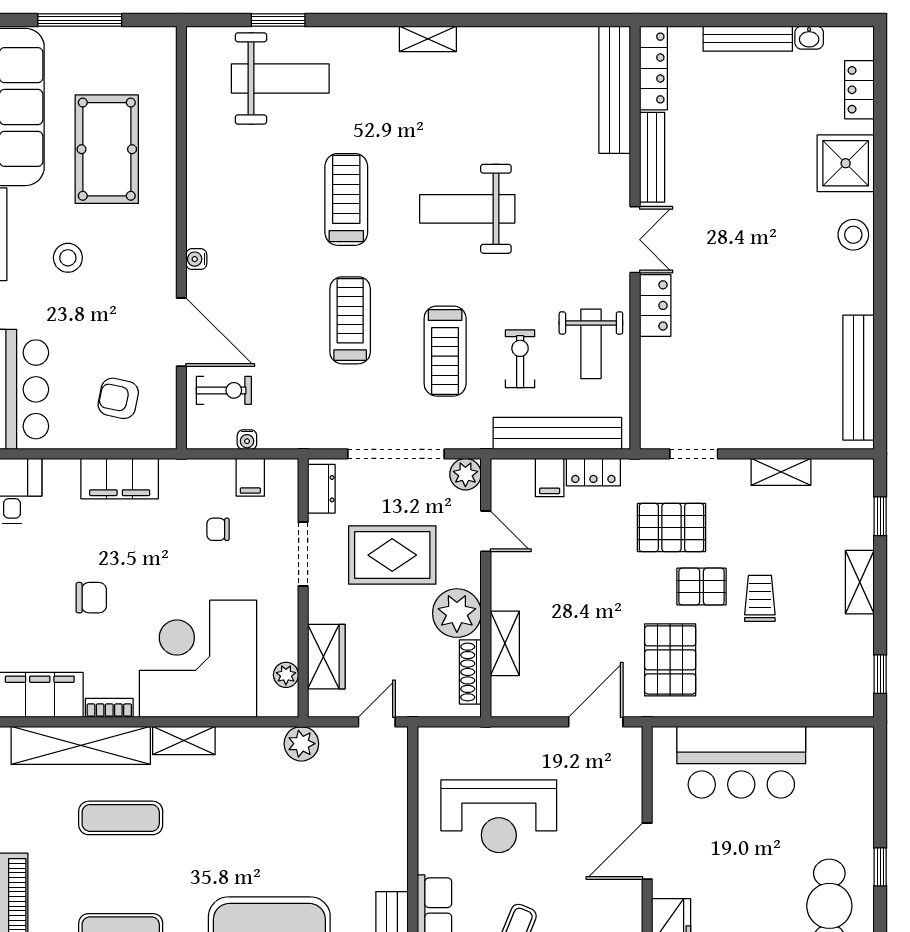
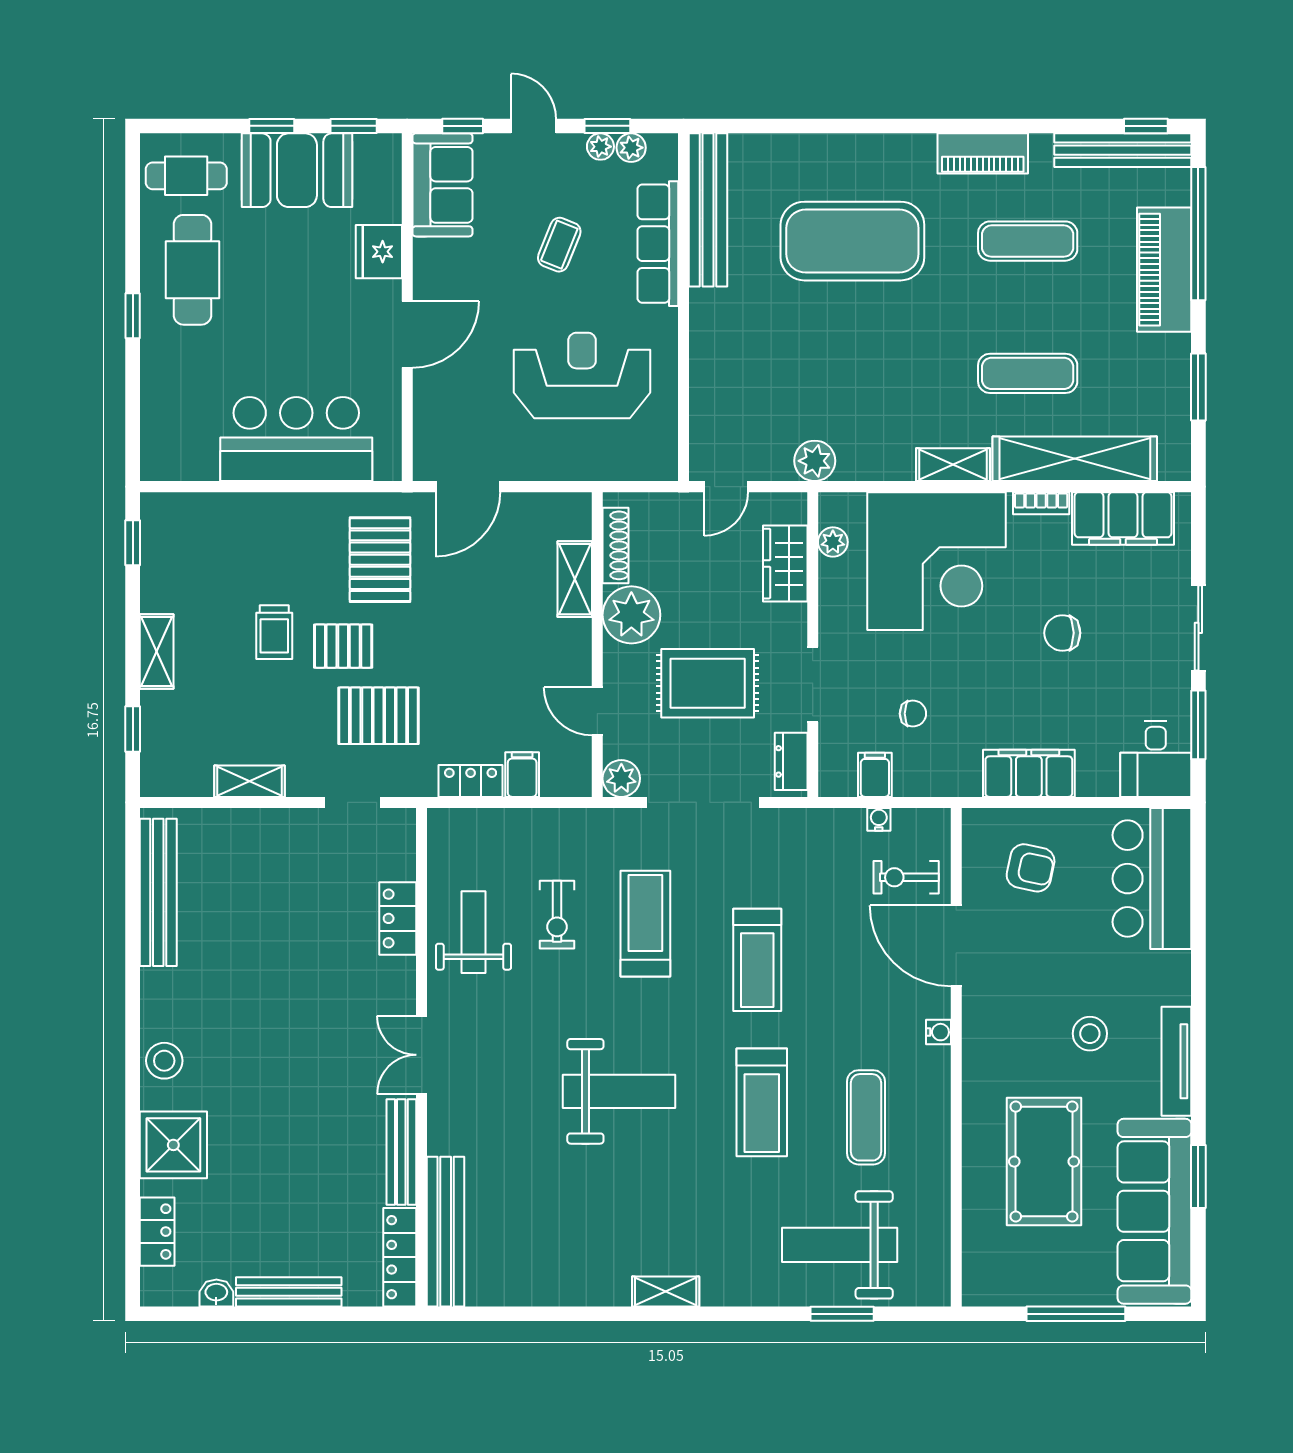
exercise mat: (258, 187) -> (866, 1117), added
locker: (655, 305) -> (398, 918), moved
bench: (557, 433) -> (513, 827), removed

